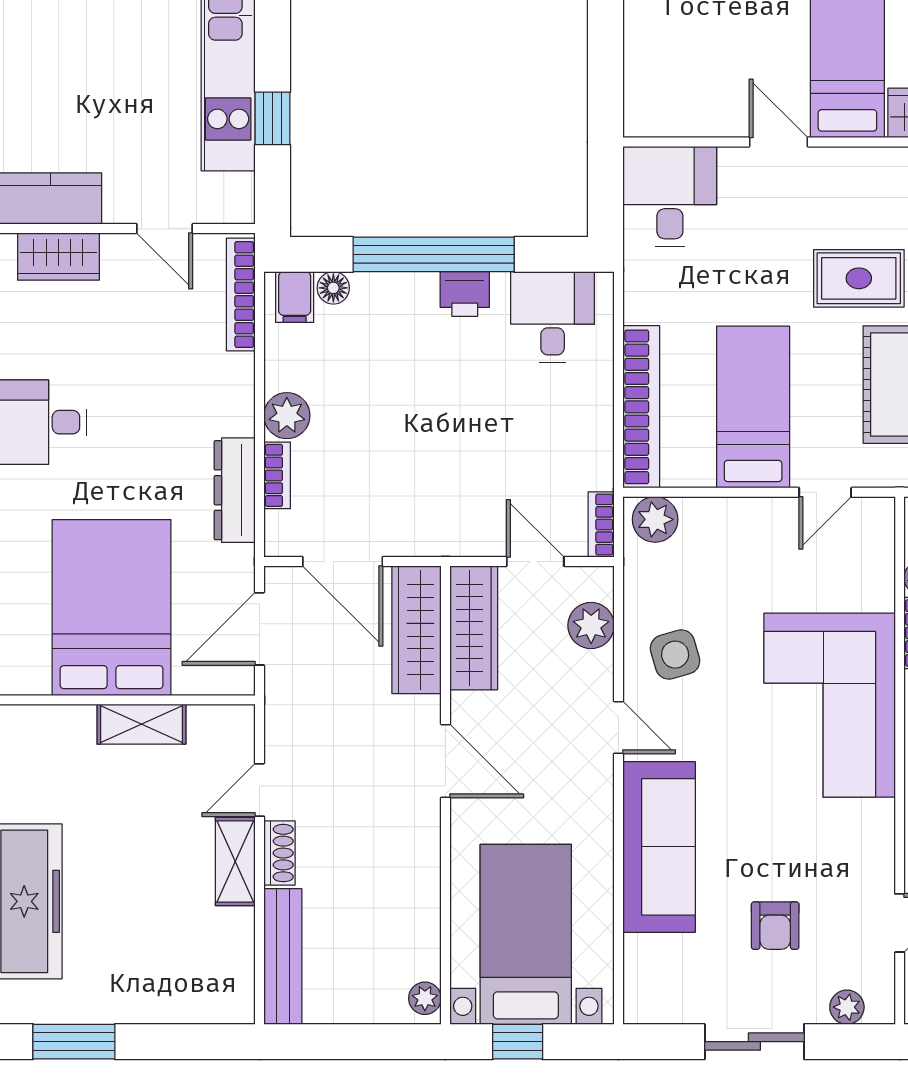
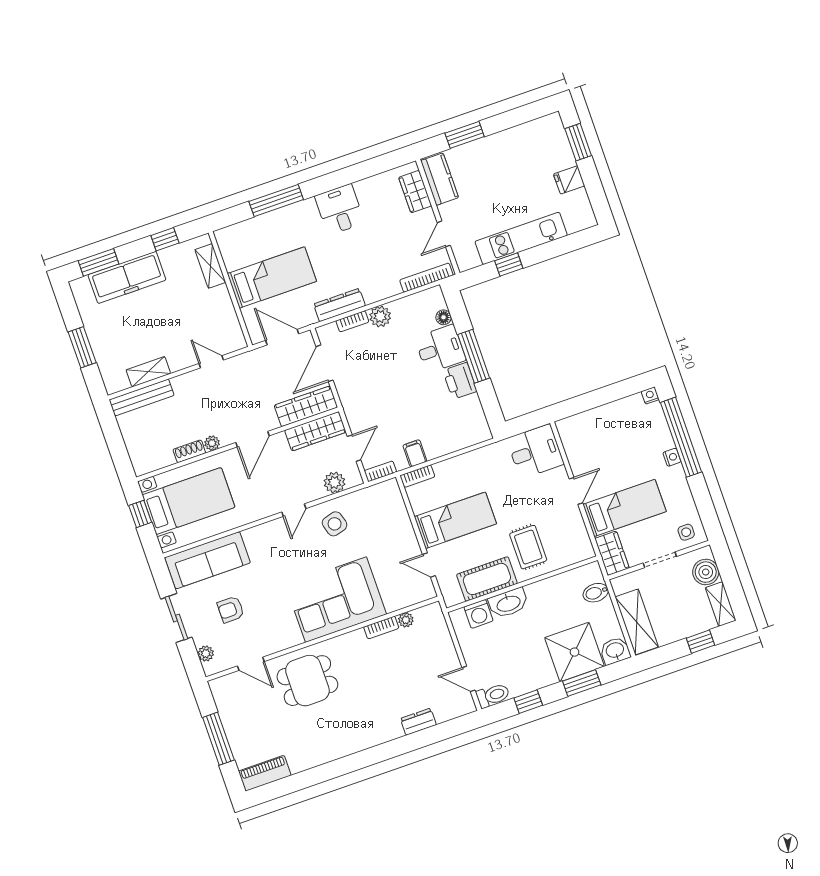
window: (434, 254) -> (474, 356), width x0.68
printer: (465, 294) -> (460, 381), width x1.36, depth x1.24
filing cabinet: (295, 297) -> (415, 453), moved, turned 90
desk: (553, 317) -> (440, 349), moved
bookcase: (641, 407) -> (417, 476), width x0.43, depth x0.76
plant: (655, 519) -> (391, 494), removed
bed: (112, 608) -> (272, 277), width x0.67
shelving: (141, 724) -> (210, 266), moved
sofa: (659, 847) -> (208, 560), moved
shoe rack: (279, 853) -> (189, 451), moved, turned 180
shelving: (235, 861) -> (148, 372), moved
plant: (425, 998) -> (212, 443), moved
window: (74, 1042) -> (82, 347), moved

